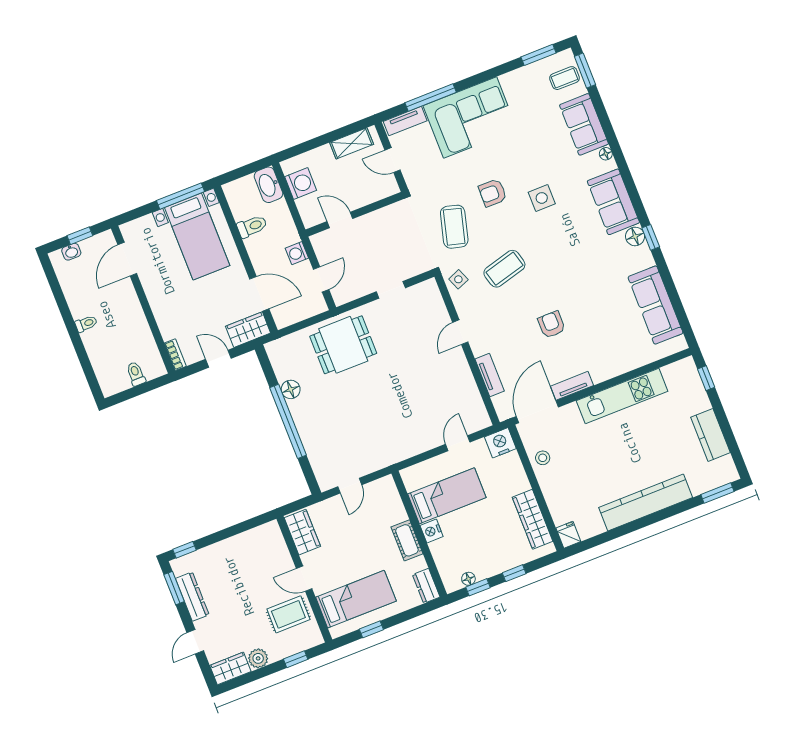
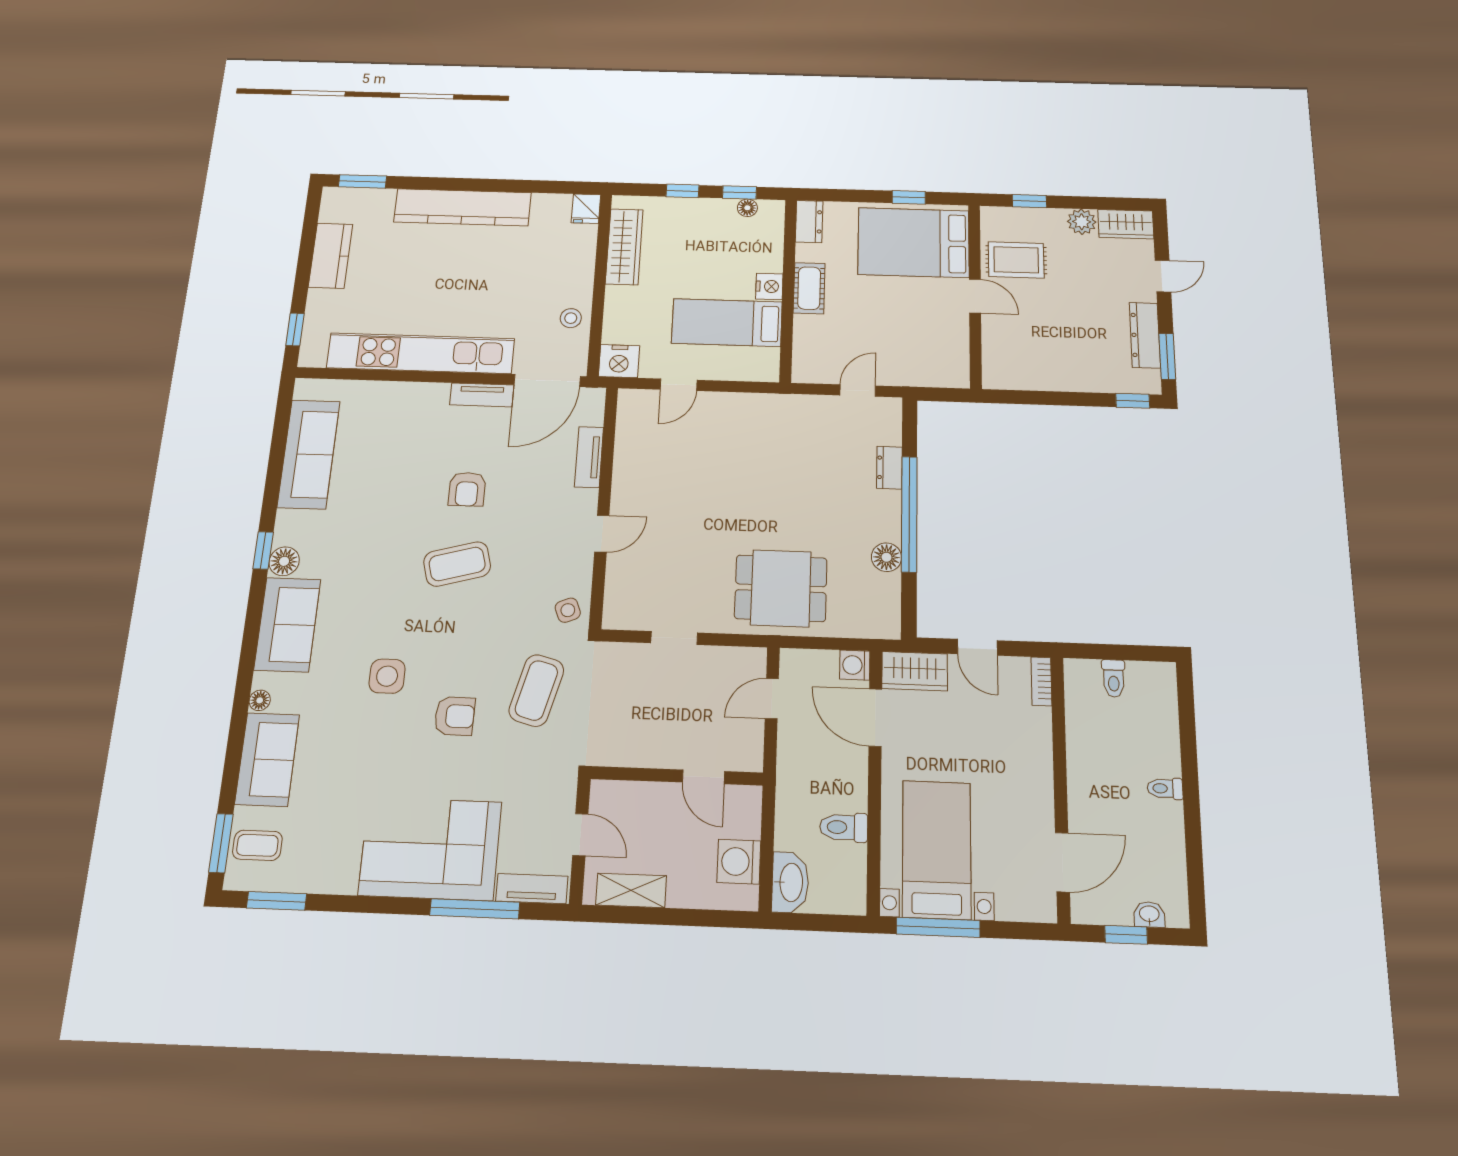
washing machine: (297, 253) -> (855, 665), moved, turned 180
coffee table: (504, 269) -> (457, 564), moved
kitchen unit: (622, 396) -> (421, 353), width x1.36
dresser: (311, 445) -> (889, 468), added
wardrobe: (302, 532) -> (952, 357), removed
bed: (356, 599) -> (914, 243), width x1.50

